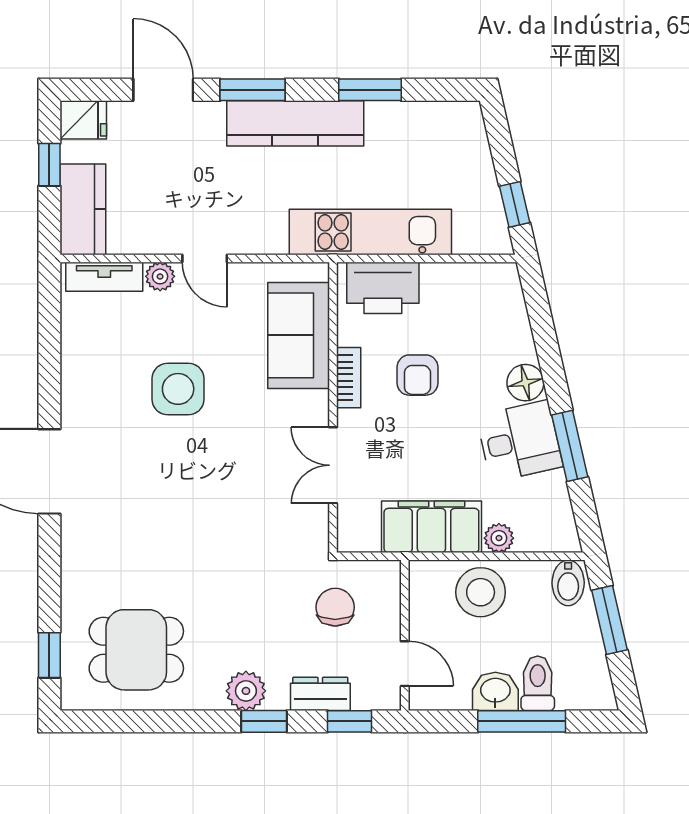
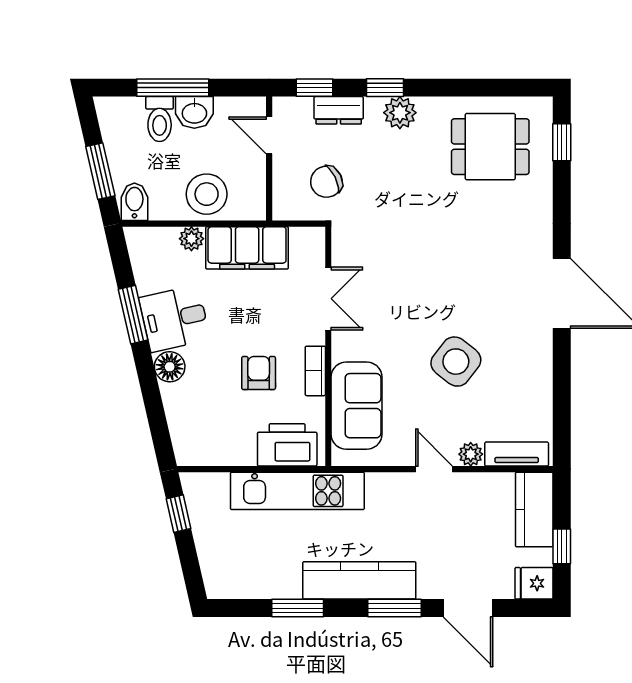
side table: (178, 389) -> (456, 362), turned 38
chair: (335, 607) -> (326, 182), turned 64

